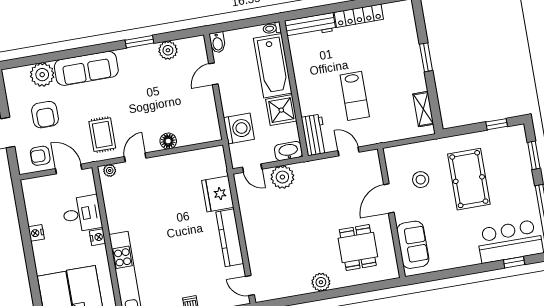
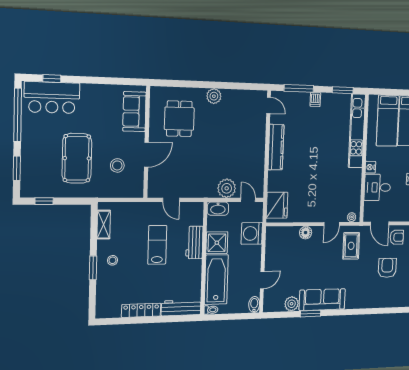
sofa: (86, 68) -> (322, 300), moved
stool: (405, 69) -> (112, 260), added
plant: (42, 75) -> (383, 299), removed
workbench: (314, 135) -> (194, 242), moved
fridge: (218, 194) -> (277, 205), moved

